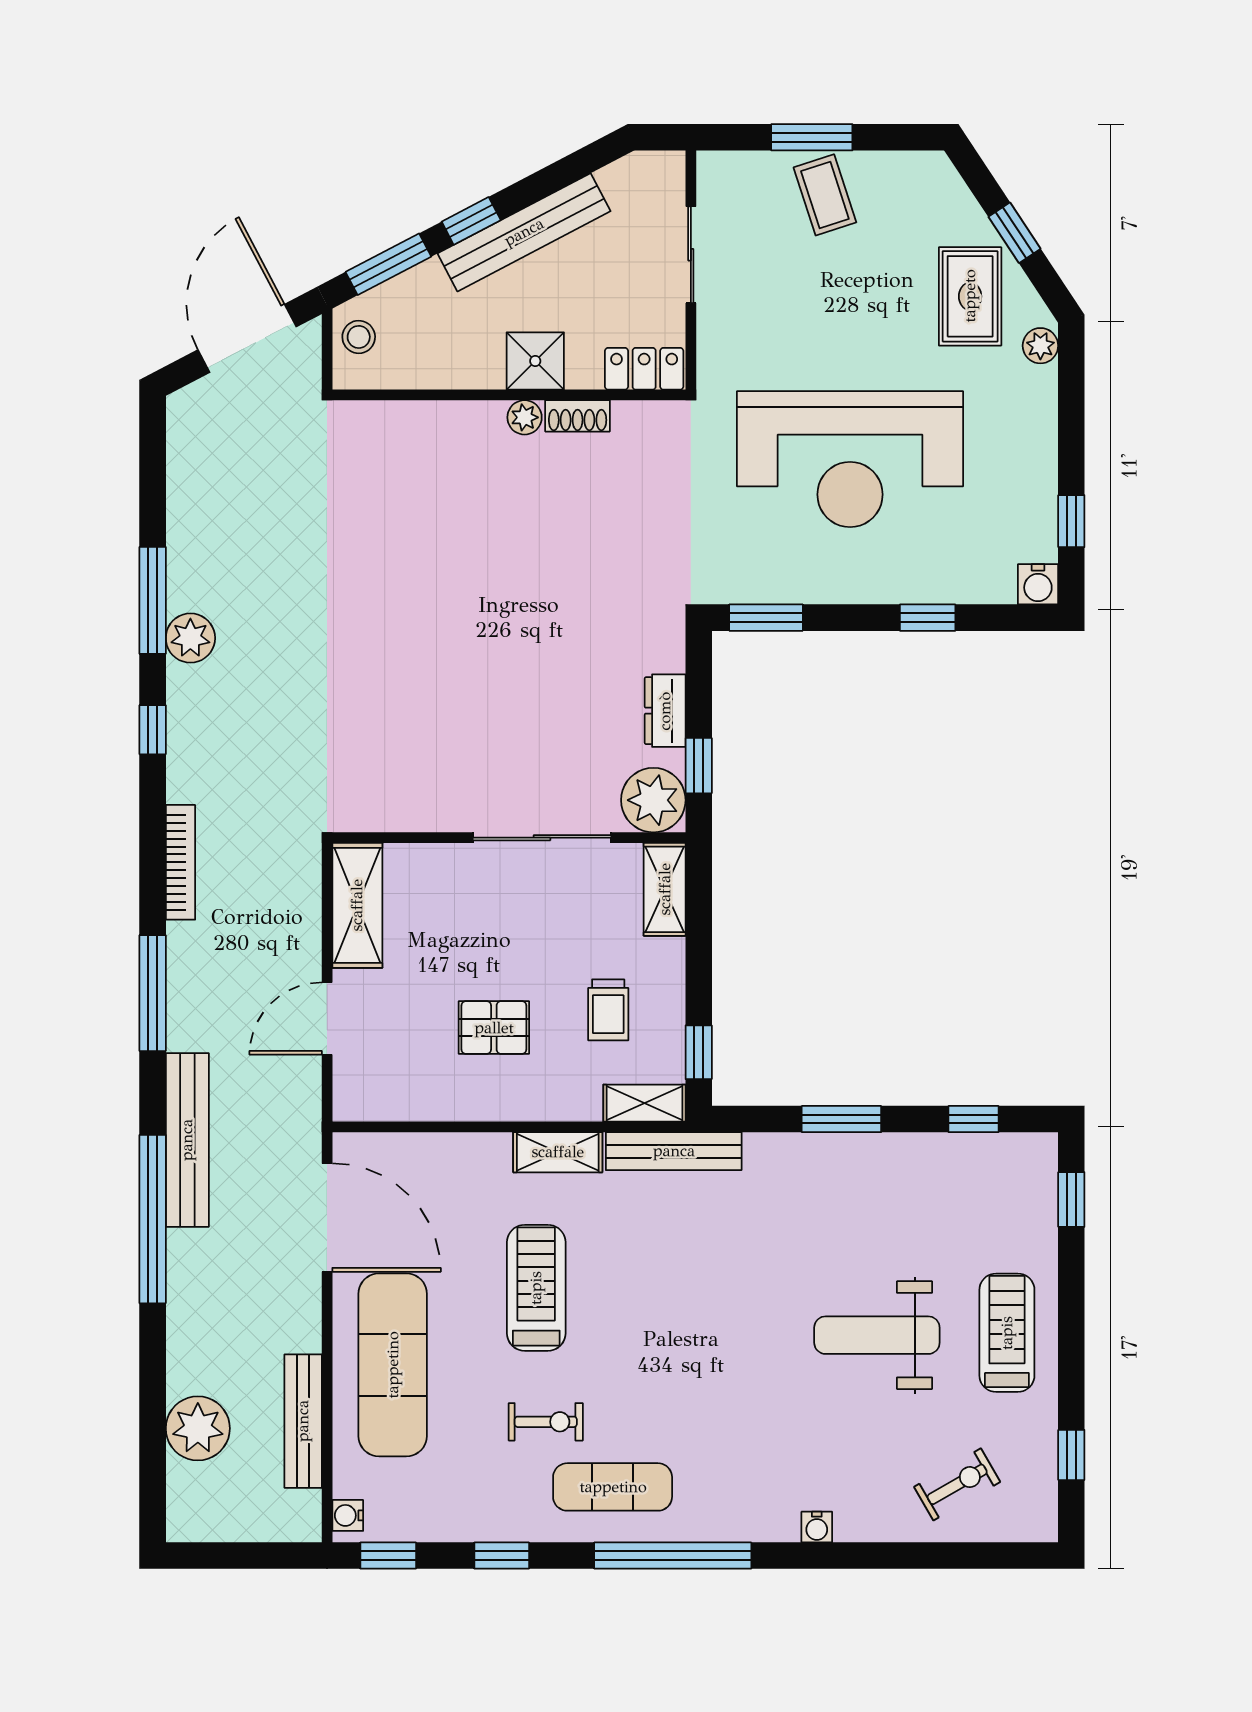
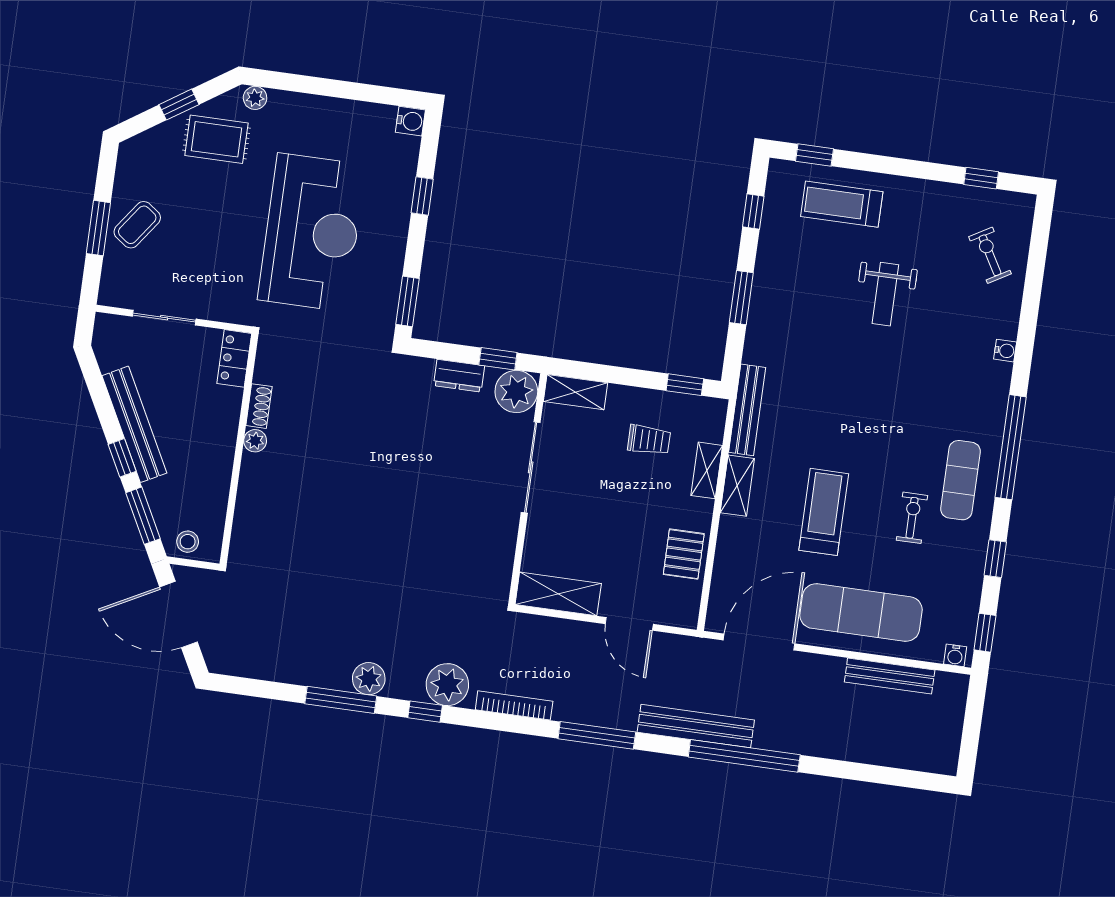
coffee table: (825, 195) -> (137, 225), turned -36
shower: (535, 361) -> (219, 429), removed
window: (1071, 521) -> (372, 94), removed
pallet: (494, 1028) -> (684, 554), moved
shelving: (644, 1103) -> (707, 470), moved
treadmill: (536, 1288) -> (824, 512), turned 90
treadmill: (1007, 1333) -> (842, 204), moved
weight bench: (877, 1335) -> (885, 294), width x0.73, depth x0.75
plant: (198, 1428) -> (447, 685), moved

